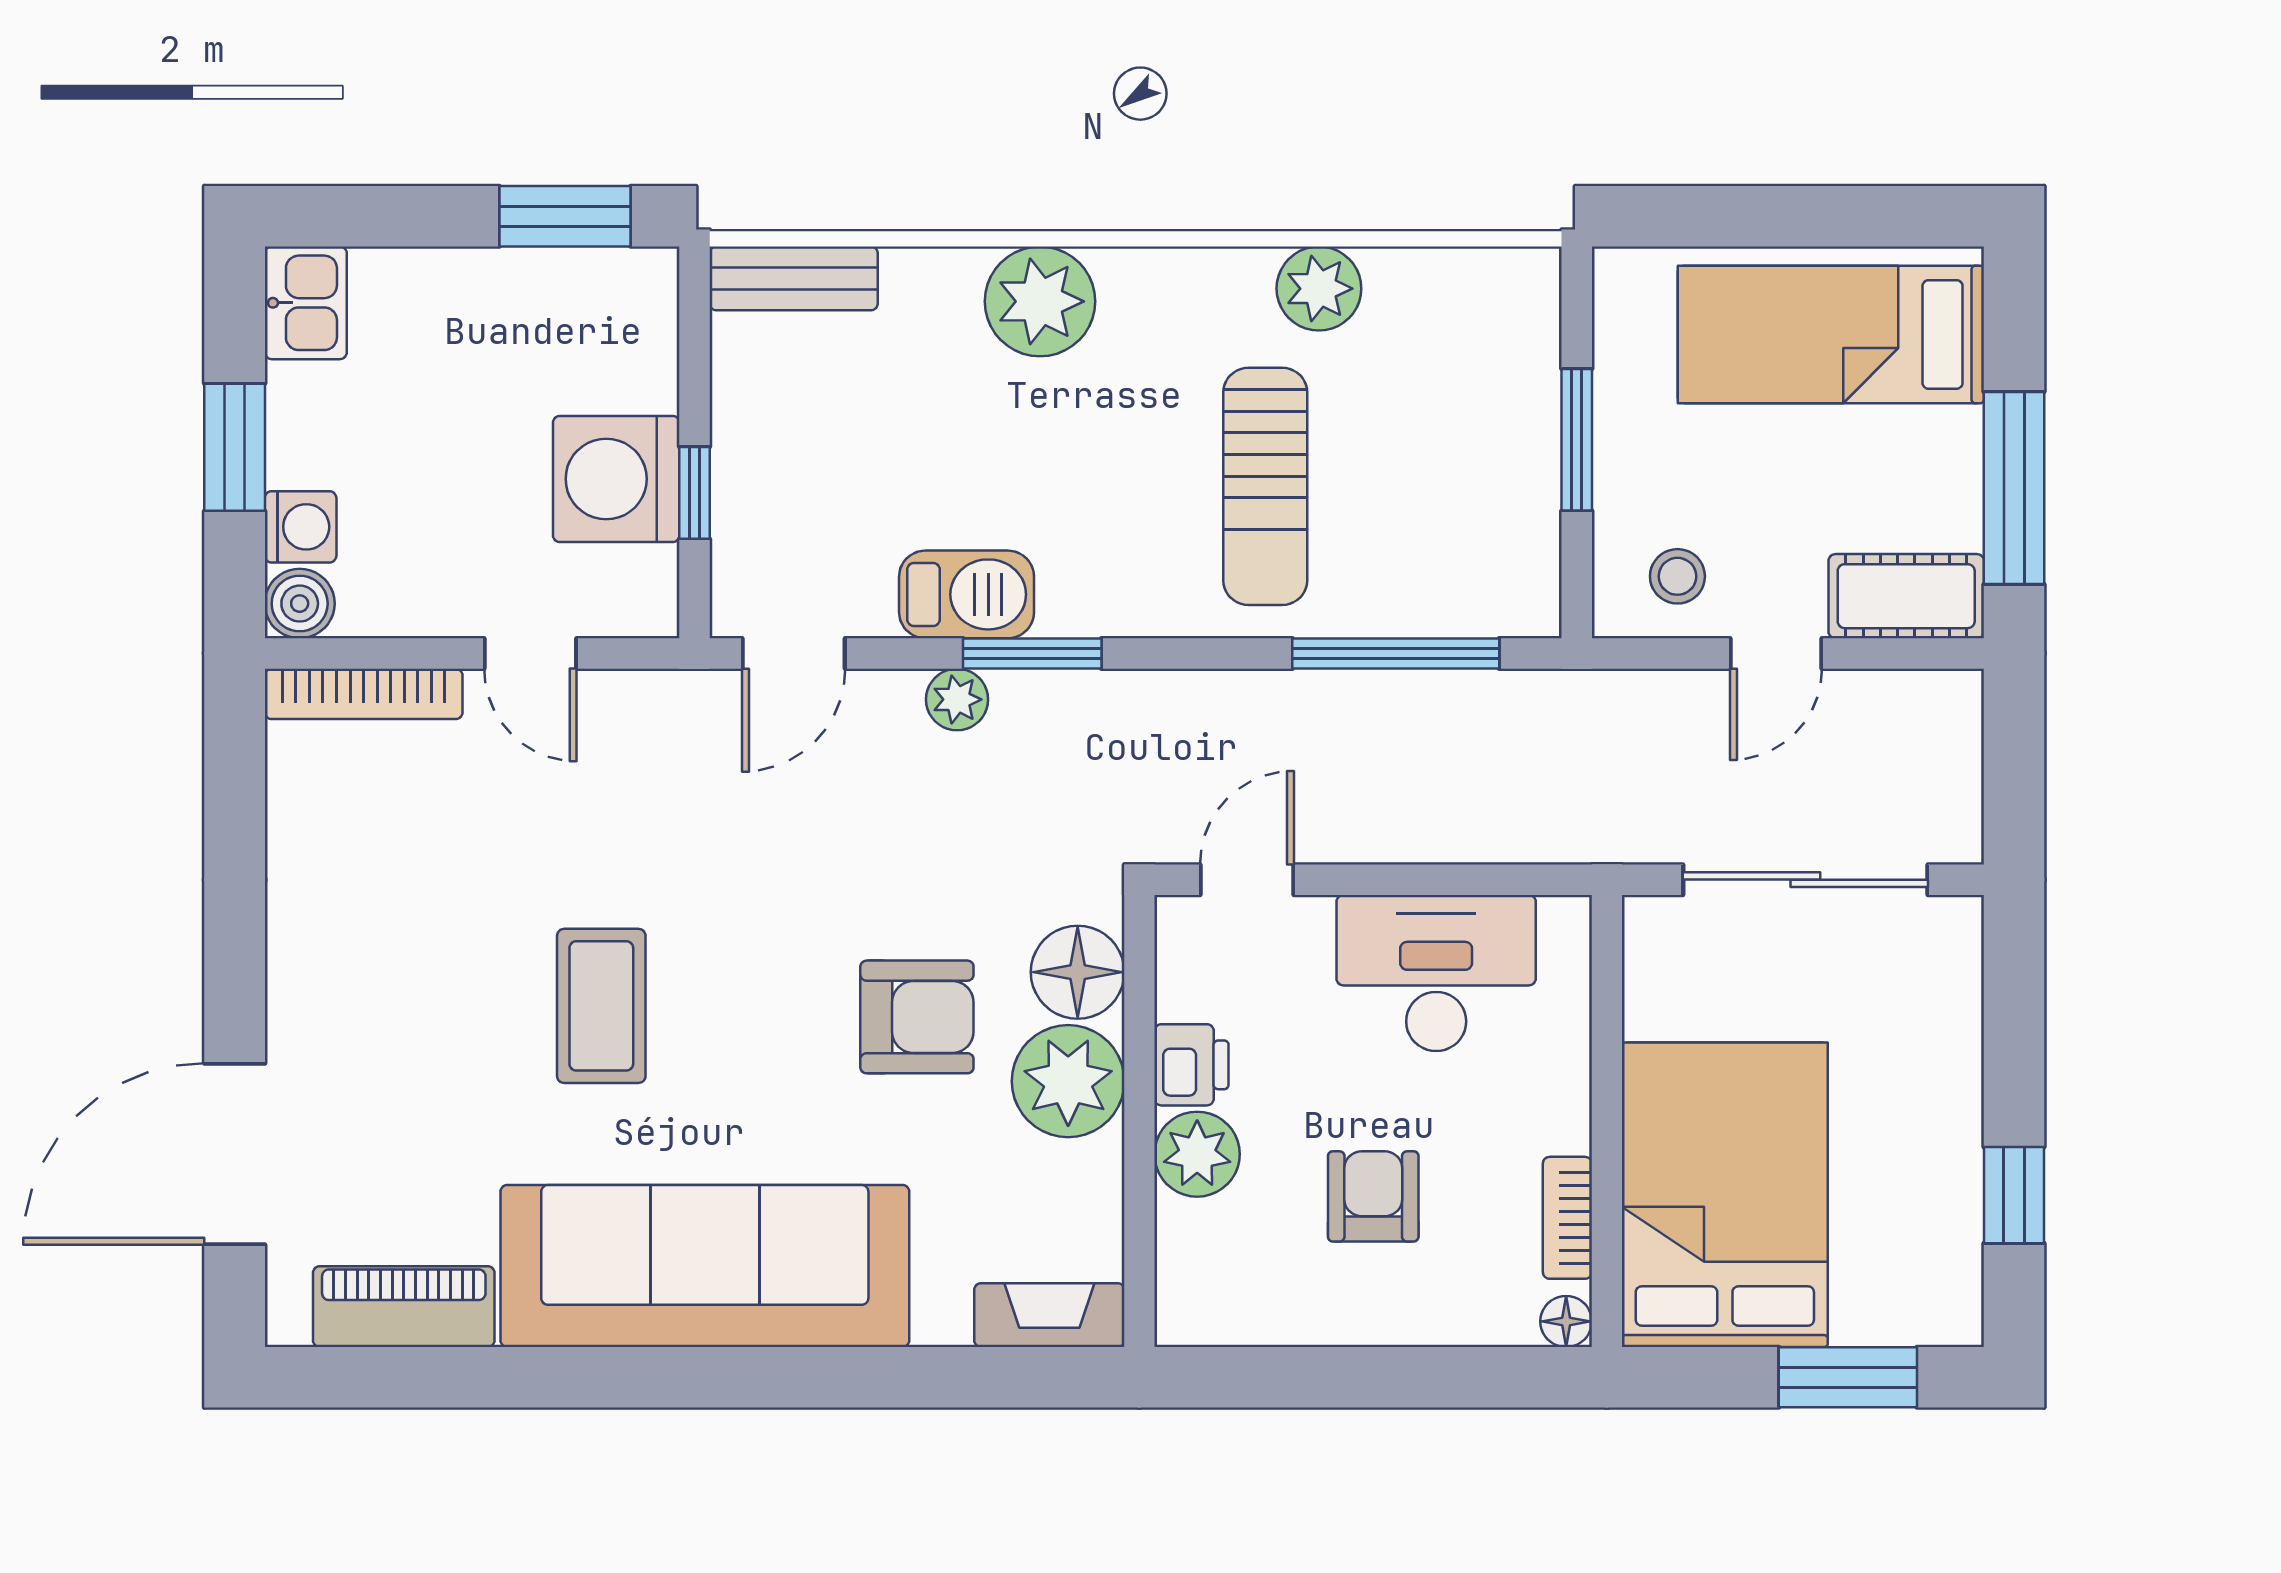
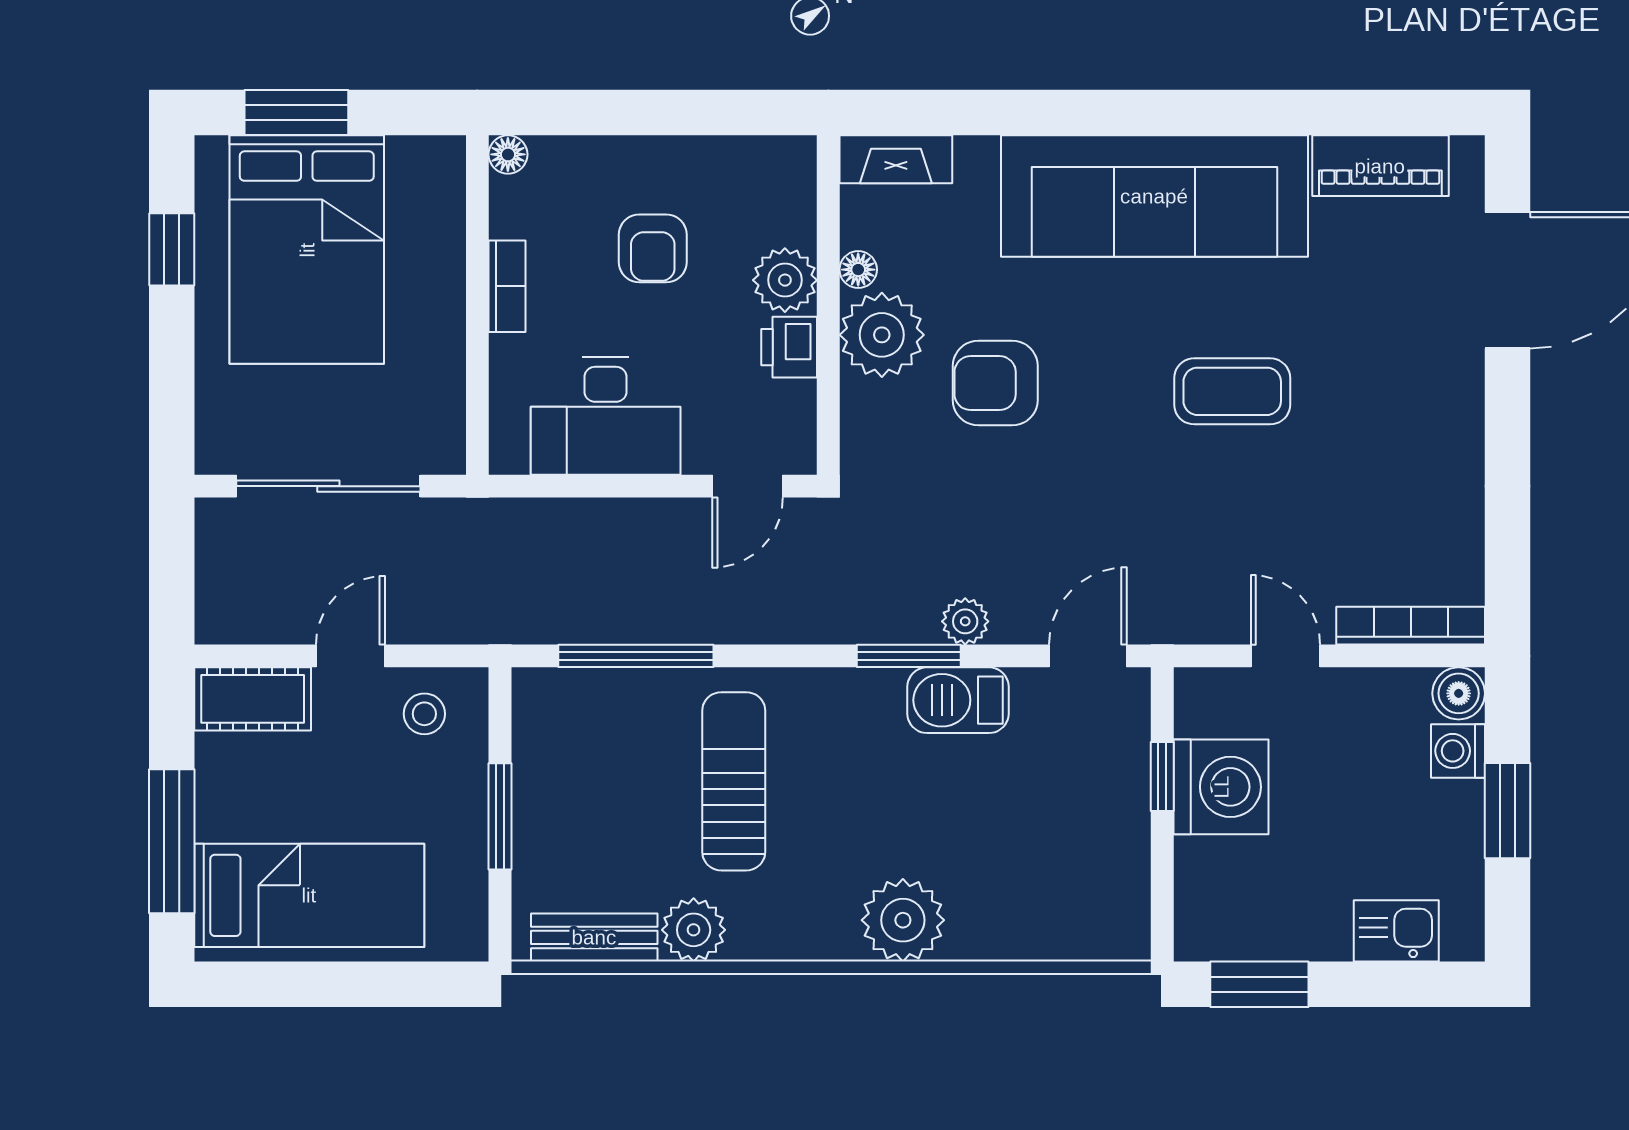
bench: (794, 278) -> (594, 937), moved
kitchen sink: (306, 303) -> (1396, 931), moved, turned 90
window: (2014, 488) -> (172, 841), moved
floor lamp: (1078, 972) -> (858, 270), moved, width x0.53, depth x0.53
coffee table: (601, 1006) -> (1232, 391), turned 90
bed: (1725, 1195) -> (307, 250), moved
bookcase: (1567, 1218) -> (507, 286), moved

